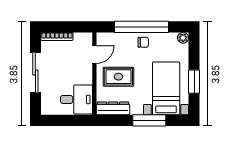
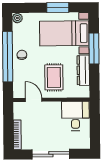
dresser: (113, 108) -> (83, 70), moved

